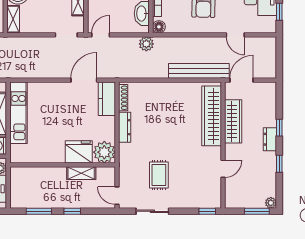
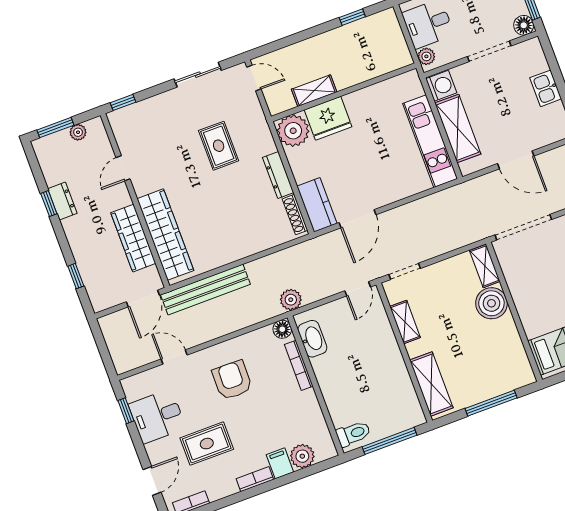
window: (279, 128) -> (76, 276), moved
dresser: (270, 139) -> (62, 201), moved
rug: (159, 175) -> (219, 146), moved
plant: (271, 203) -> (78, 132), moved
window: (39, 211) -> (352, 17), width x0.67
window: (72, 211) -> (307, 34), removed

